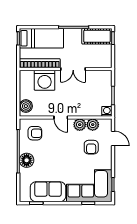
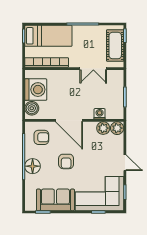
cot: (97, 36) -> (115, 46), moved, turned 90
double door: (73, 69) -> (93, 69), moved
washing machine: (45, 80) -> (36, 90), moved, turned -90
washing machine: (107, 111) -> (100, 114), moved
door: (61, 117) -> (69, 120), width x1.87
plant: (80, 125) -> (117, 128), moved
door: (113, 138) -> (125, 163), moved
armchair: (91, 147) -> (66, 161), moved

